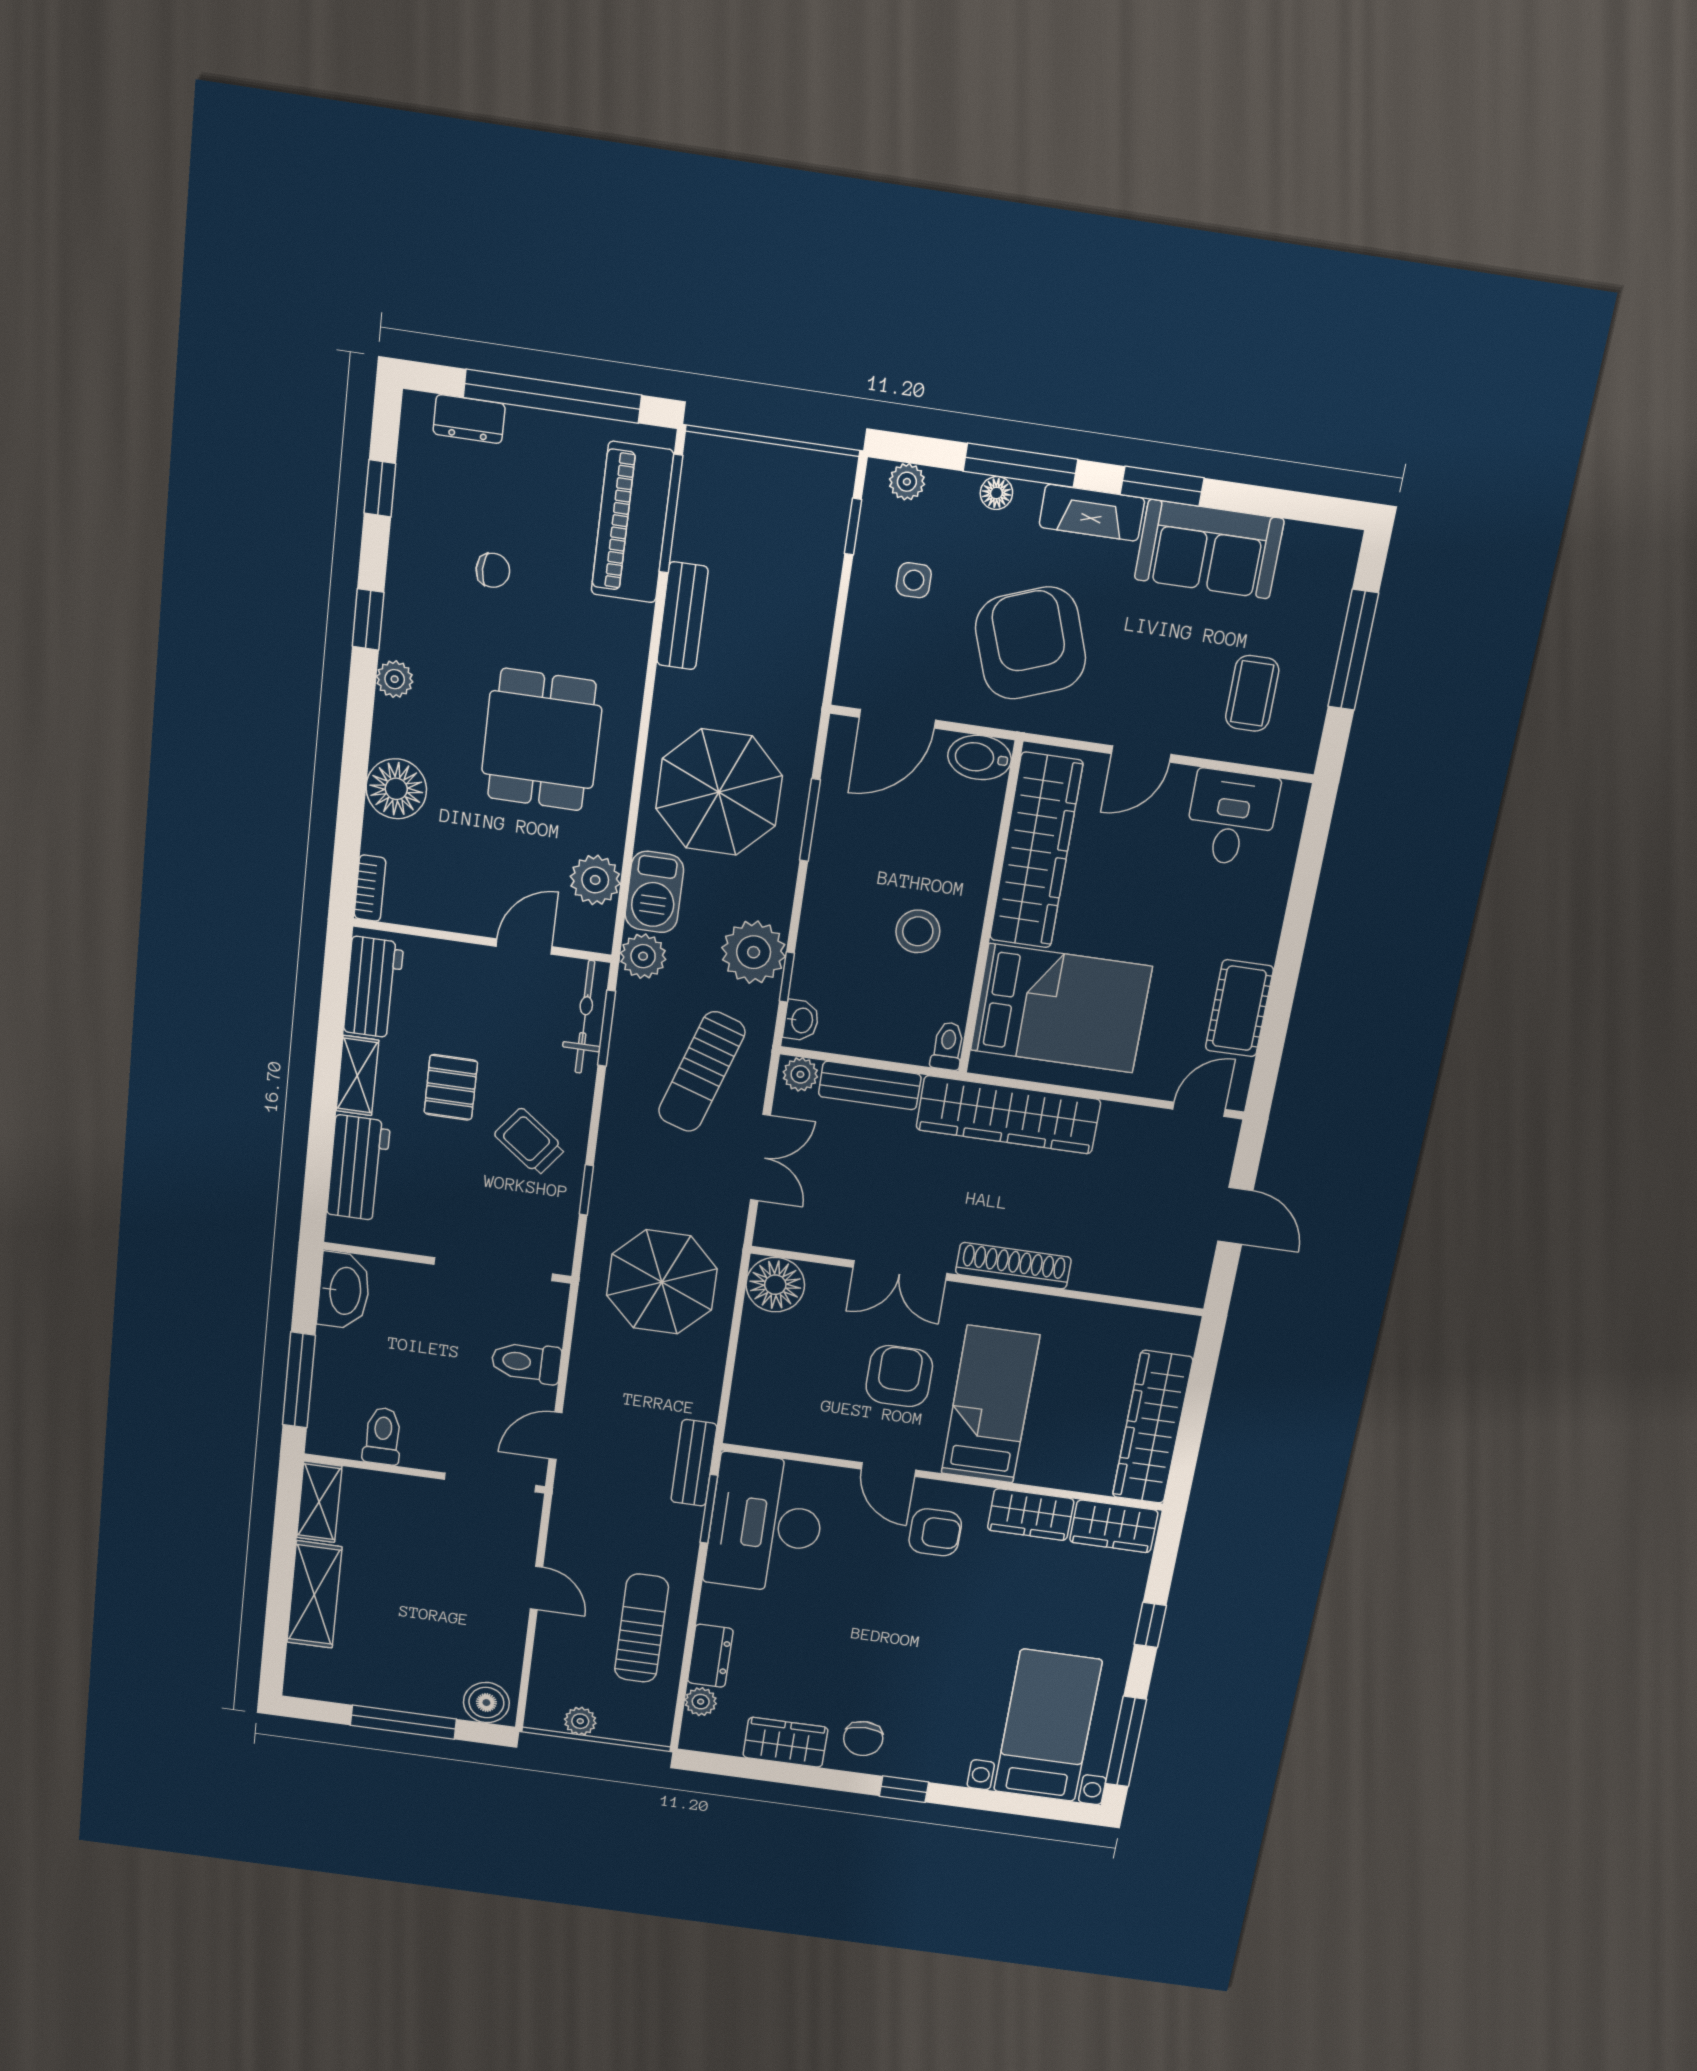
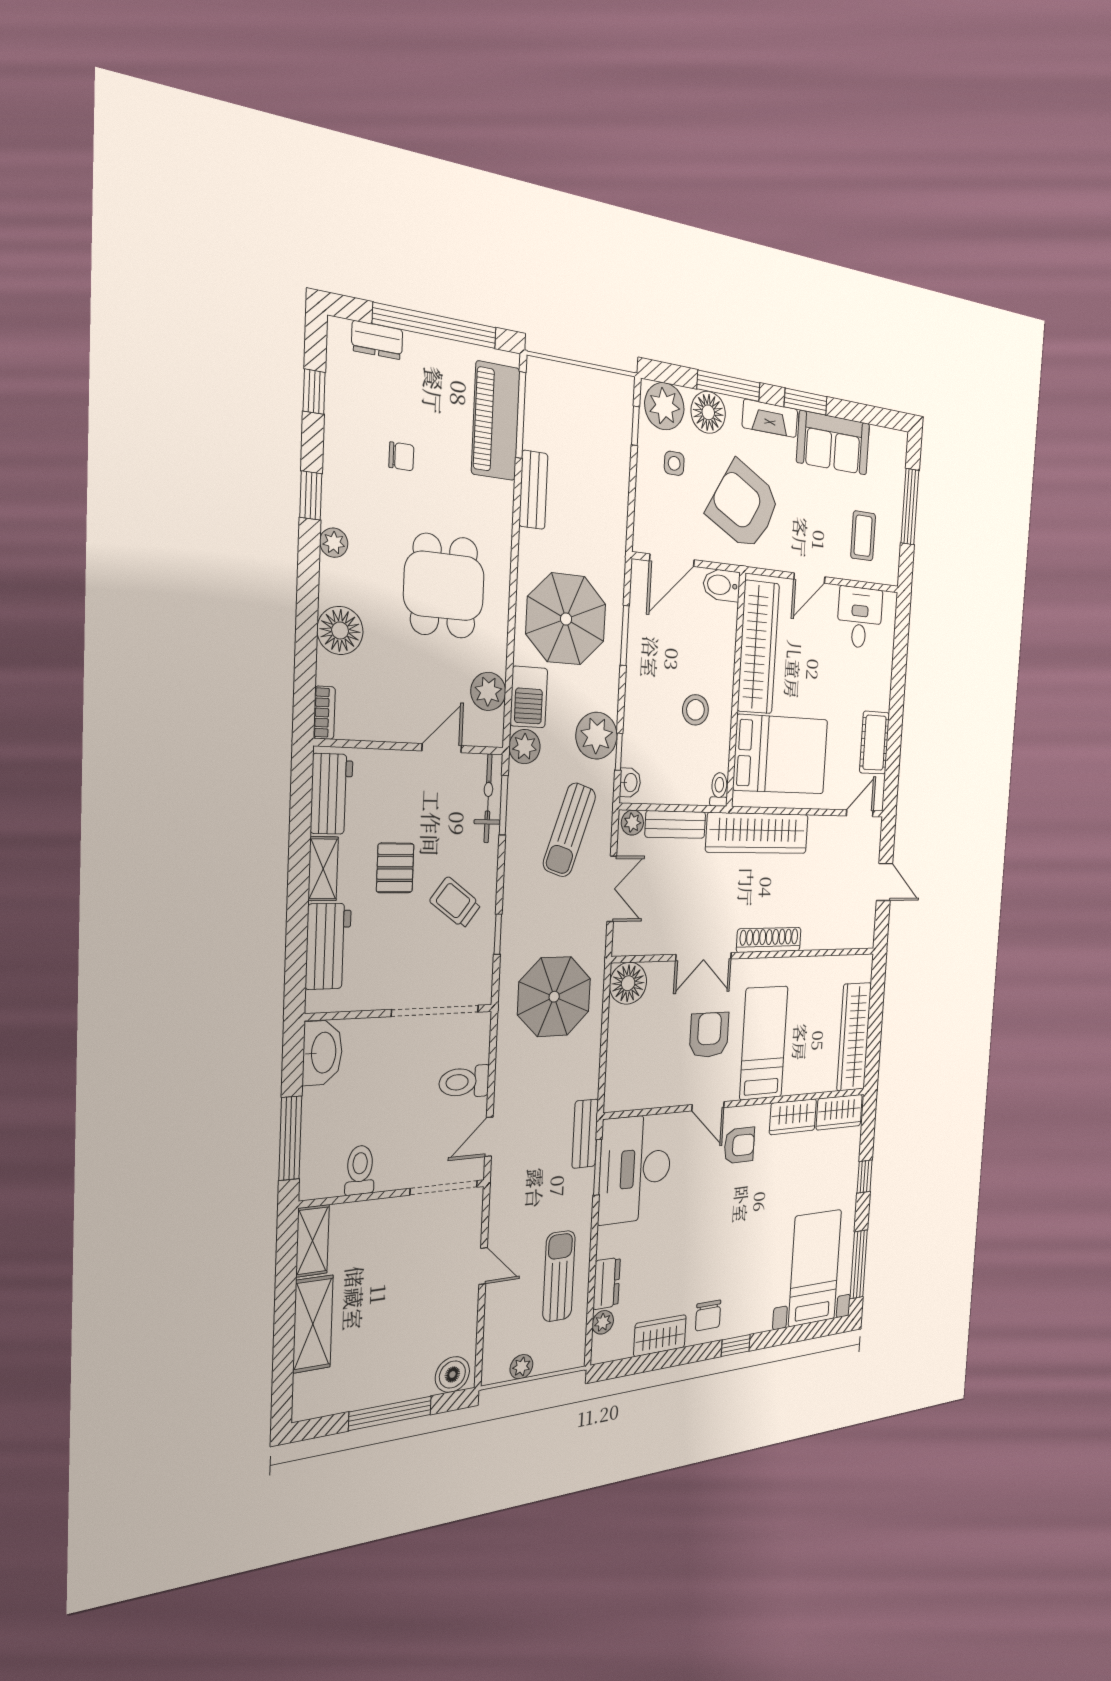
plant: (907, 482) -> (664, 406), width x1.88, depth x1.88
floor lamp: (996, 493) -> (708, 412), width x1.89, depth x1.89
armchair: (1031, 643) -> (744, 506), turned -41

